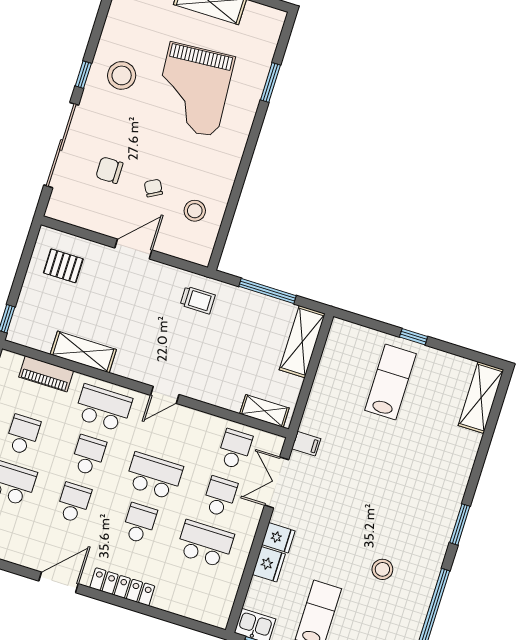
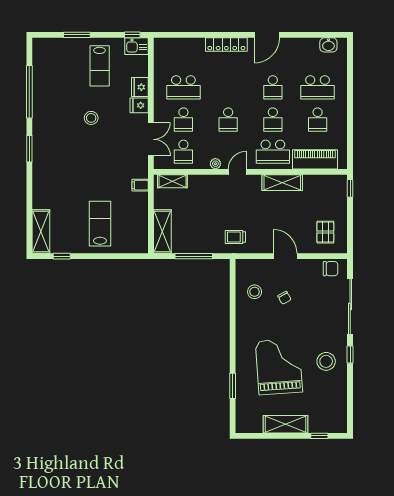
chair: (109, 170) -> (331, 269), moved
door: (133, 249) -> (285, 256), swing flipped
pallet: (63, 266) -> (325, 232), turned 90
window: (414, 337) -> (62, 256), moved
shelving: (83, 352) -> (282, 183), moved
piano: (46, 374) -> (315, 159), width x1.37, depth x1.33
lab bench: (390, 382) -> (100, 224), turned 180
plant: (193, 417) -> (215, 164), added
filing cabinet: (306, 444) -> (140, 185), moved
school desk: (154, 476) -> (228, 120), width x0.54
school desk: (139, 523) -> (228, 87), removed
stool: (382, 569) -> (91, 118), moved

